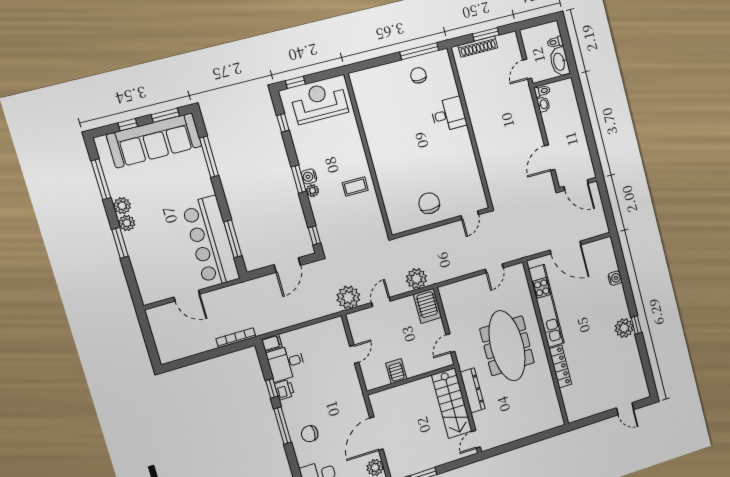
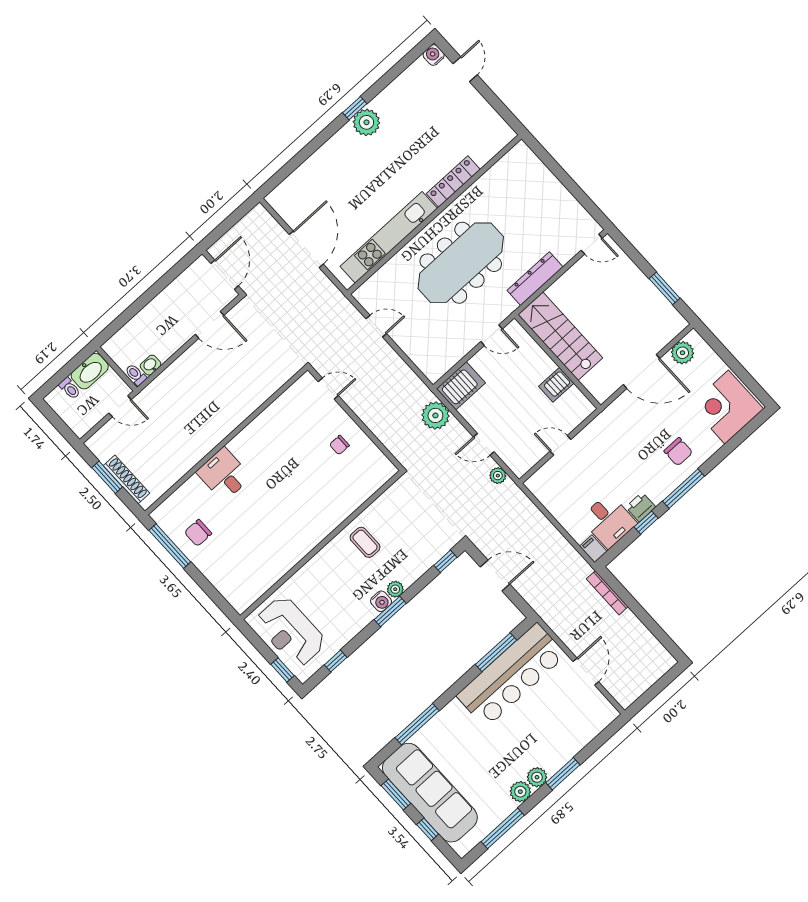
chair: (429, 203) -> (339, 445), width x0.54, depth x0.54
water cooler: (615, 278) -> (434, 55), moved
plant: (348, 297) -> (498, 476), width x0.53, depth x0.53
stairs: (452, 403) -> (560, 336), moved, turned -90

